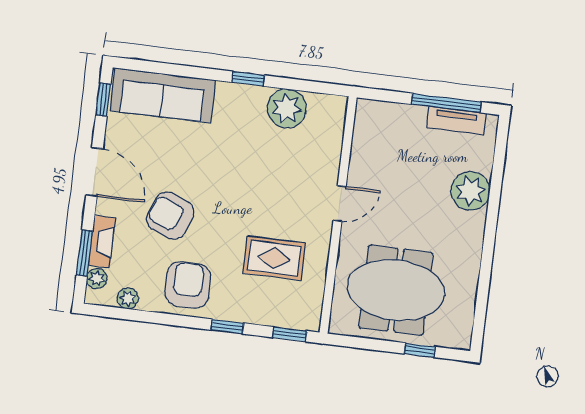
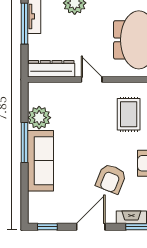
window: (248, 79) -> (24, 143), width x2.17
sofa: (163, 95) -> (40, 161), moved
dresser: (366, 138) -> (51, 69), added

